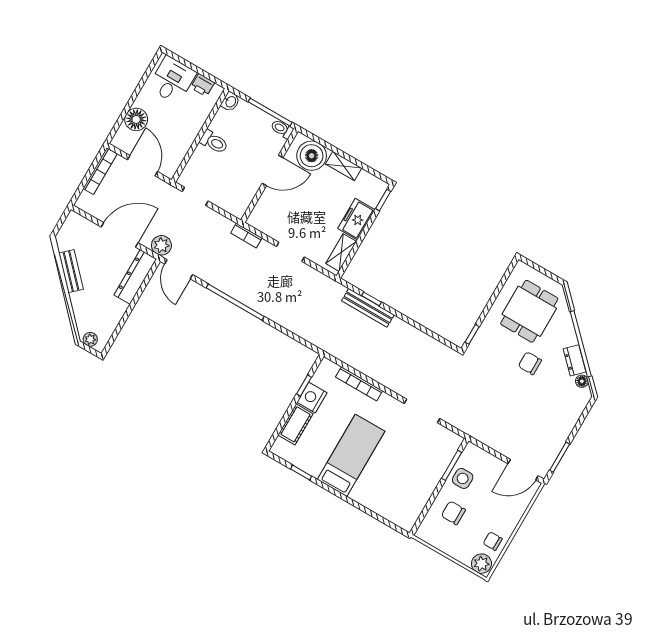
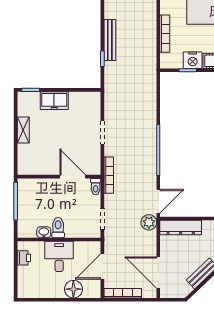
desk: (172, 80) -> (59, 256), moved, turned 90
washbasin: (230, 102) -> (44, 232), moved
toilet: (282, 129) -> (96, 187), moved
boiler: (312, 156) -> (29, 156), removed
door: (273, 170) -> (73, 177), moved
door: (120, 235) -> (158, 273), moved
bookcase: (246, 235) -> (109, 175), width x1.56
shelving: (341, 253) -> (83, 98), removed
bench: (368, 308) -> (110, 40), moved

